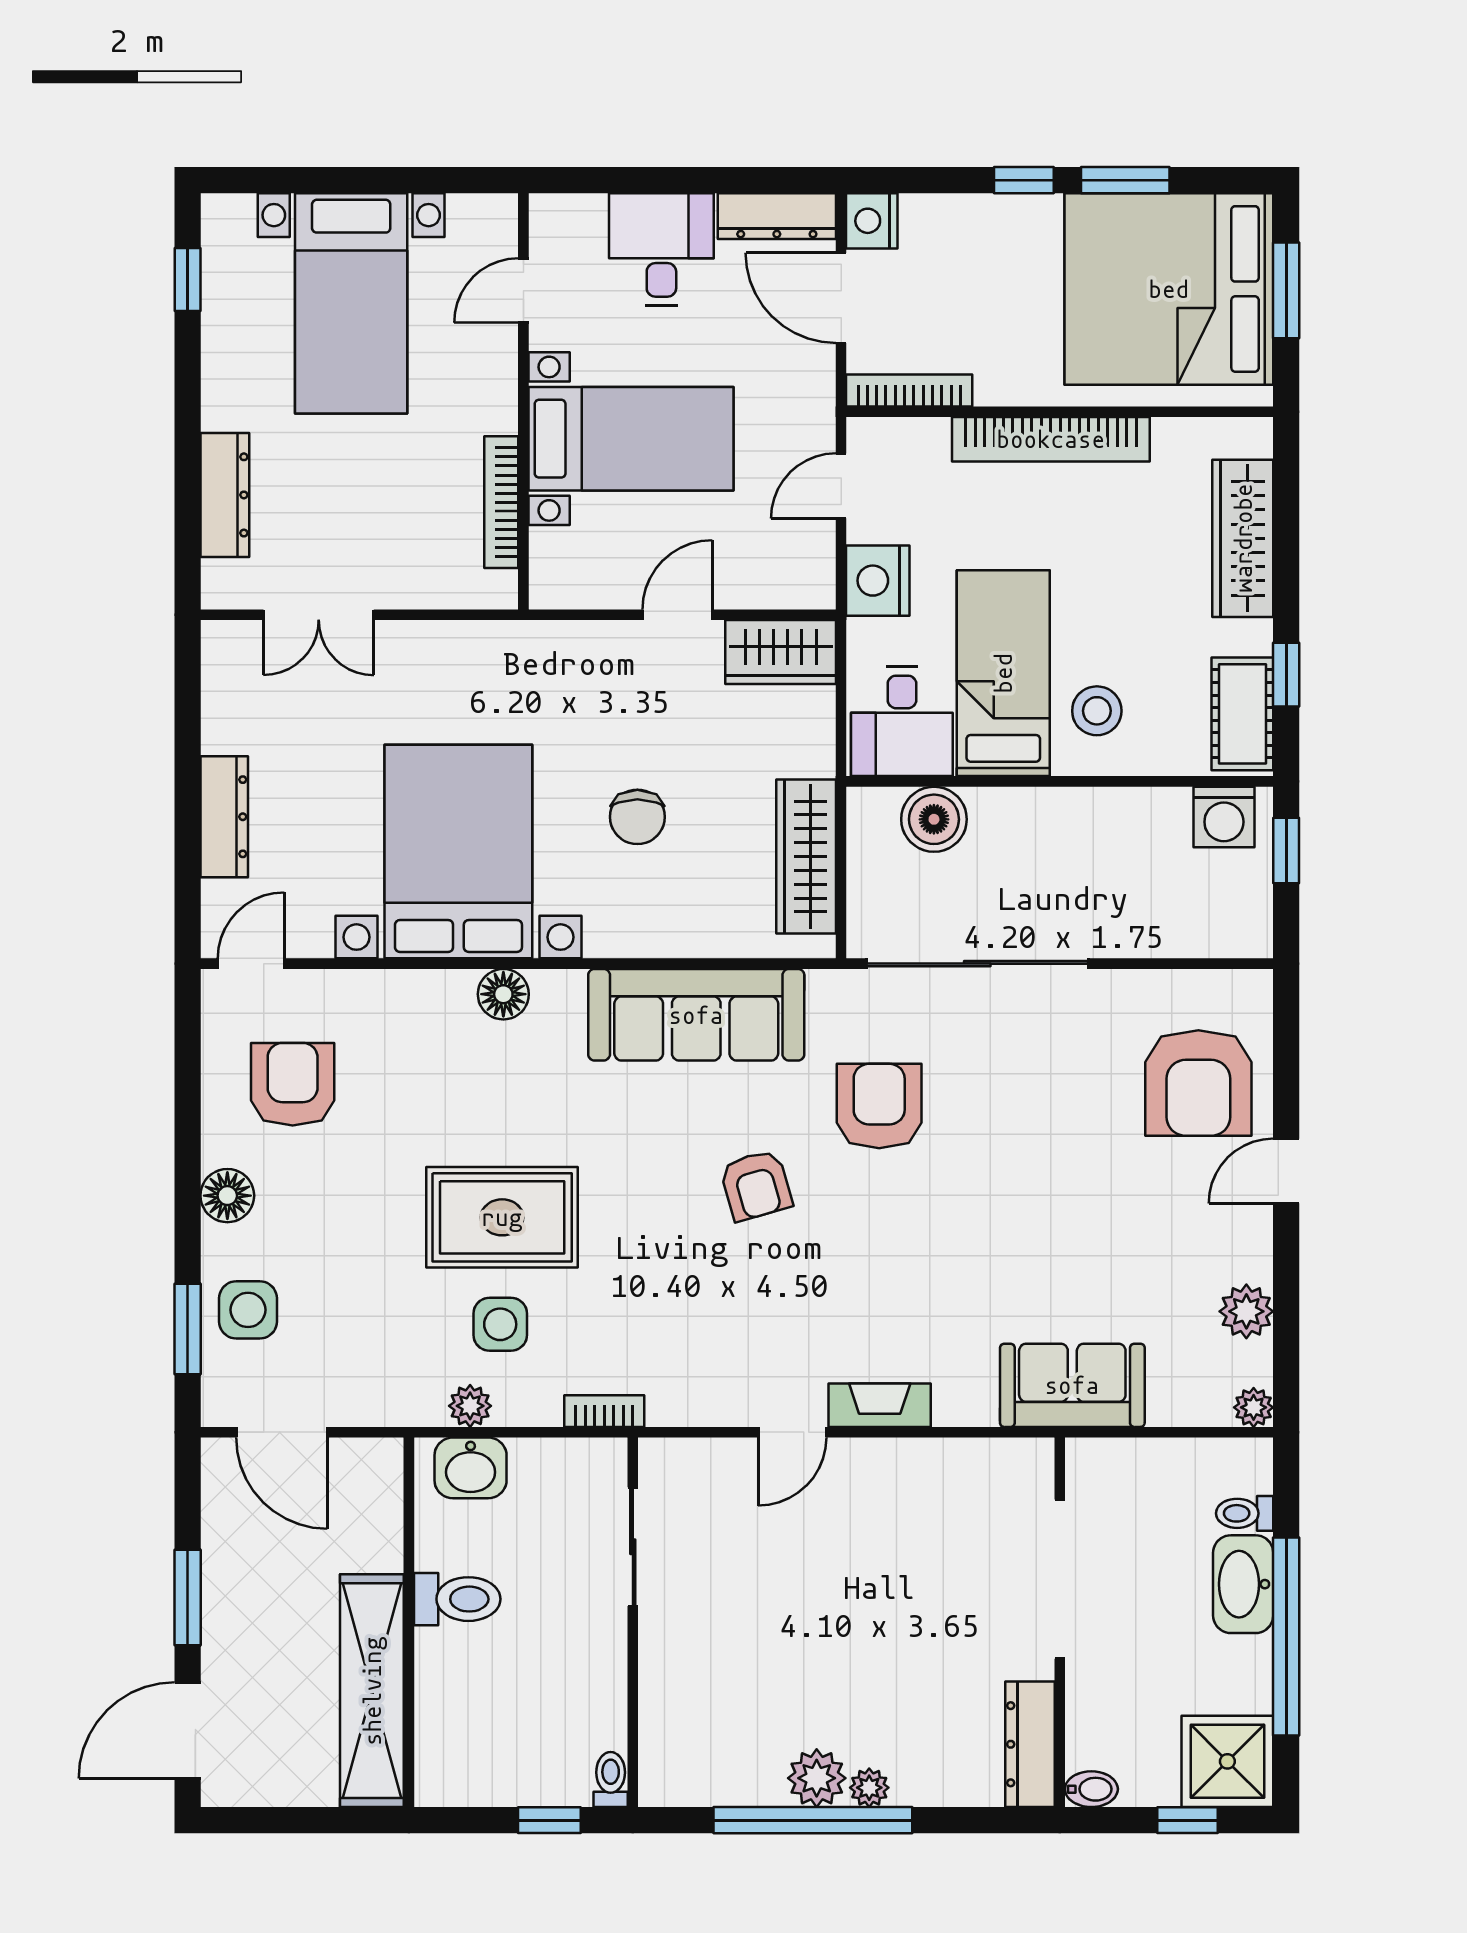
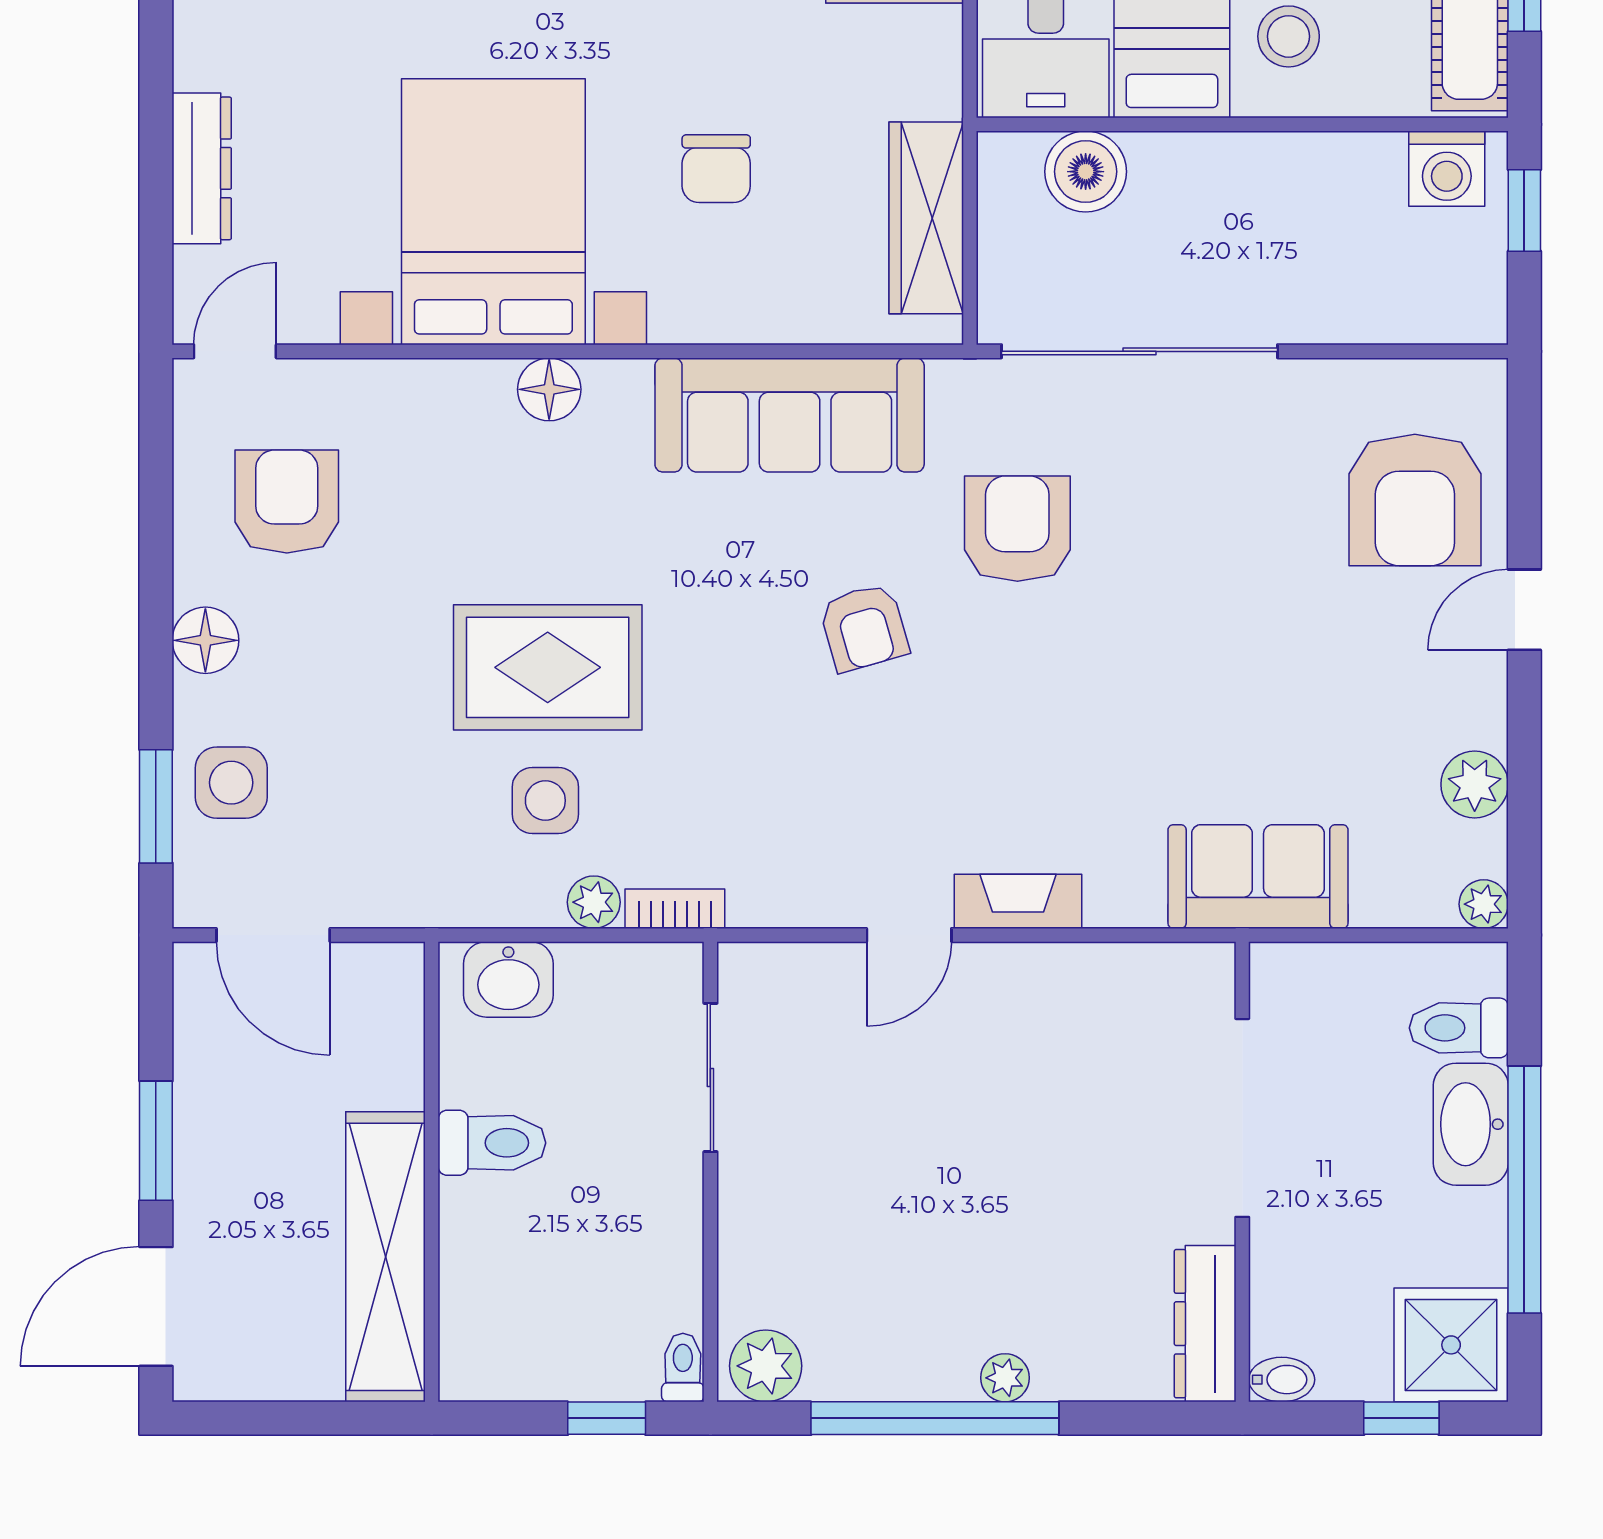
plant: (470, 1406) -> (594, 902), moved
toilet: (1245, 1513) -> (1459, 1028), width x1.37, depth x1.39
plant: (817, 1778) -> (766, 1366), moved

